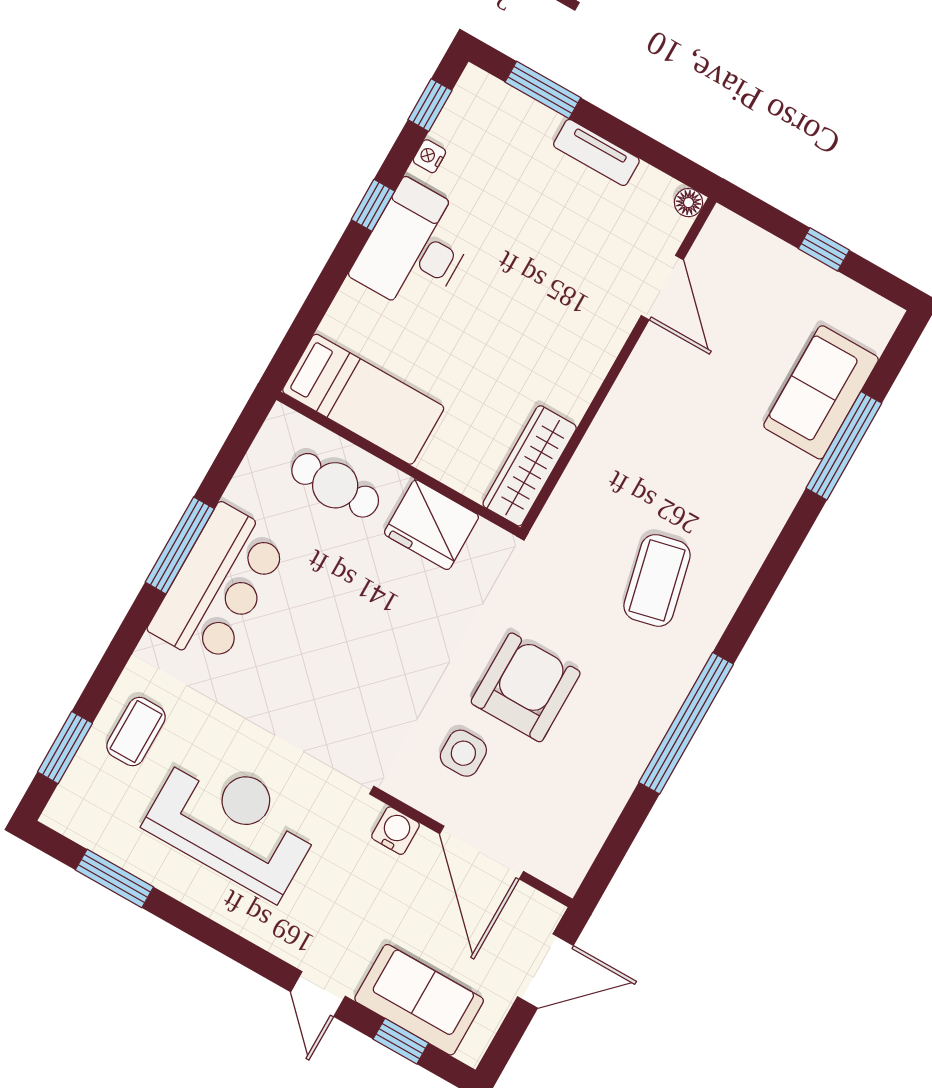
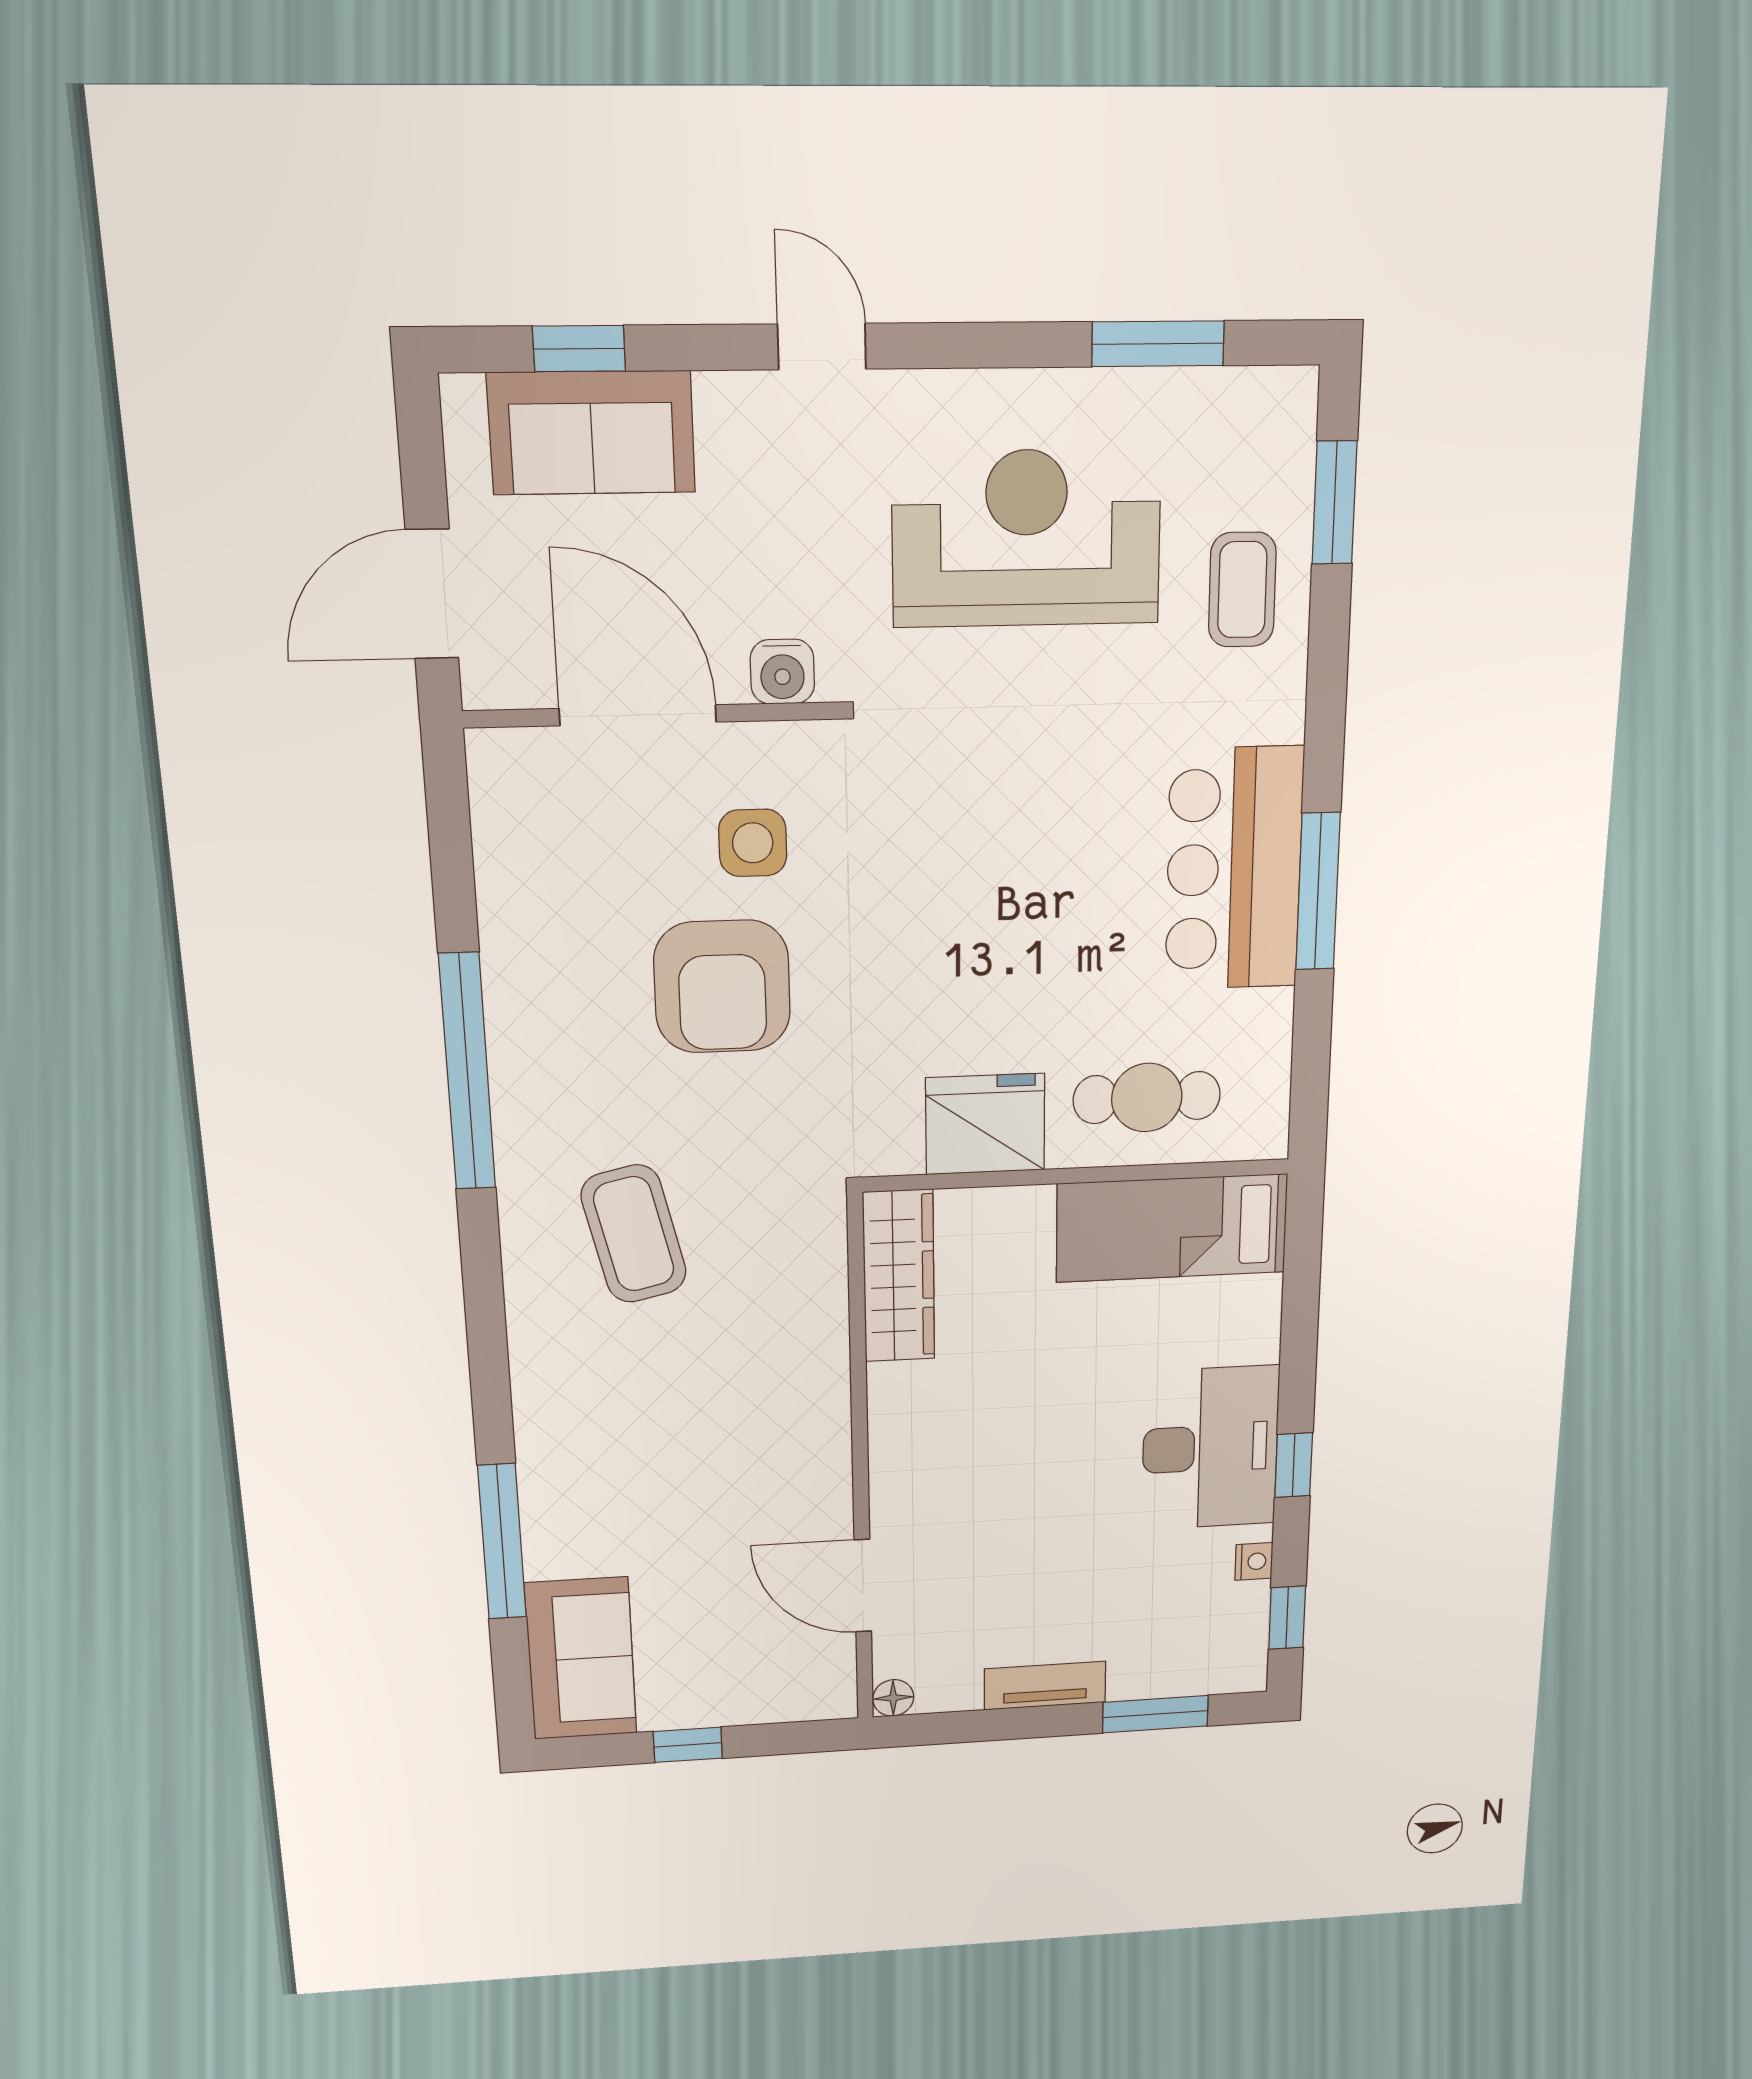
sofa: (821, 392) -> (581, 1659), moved
reception desk: (233, 823) -> (1026, 538), turned 180
door: (318, 994) -> (822, 347), moved

